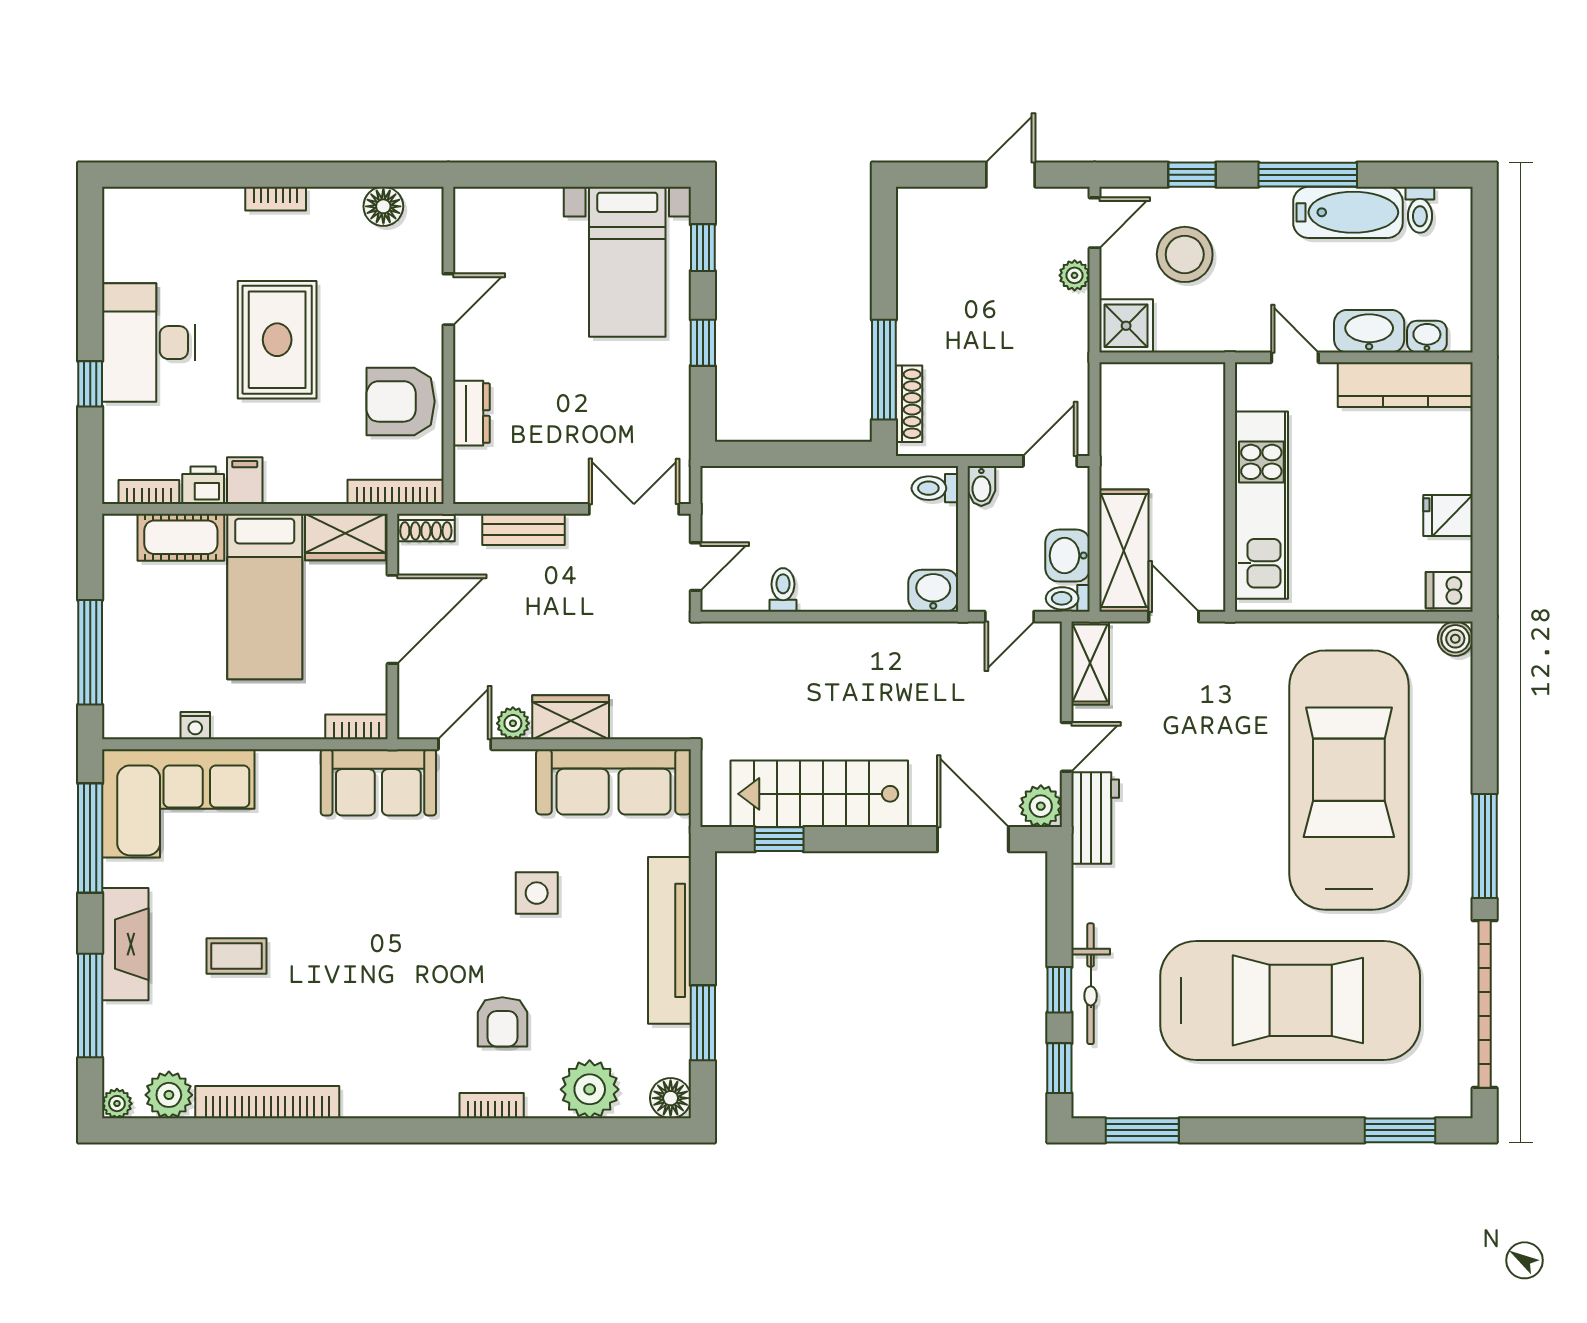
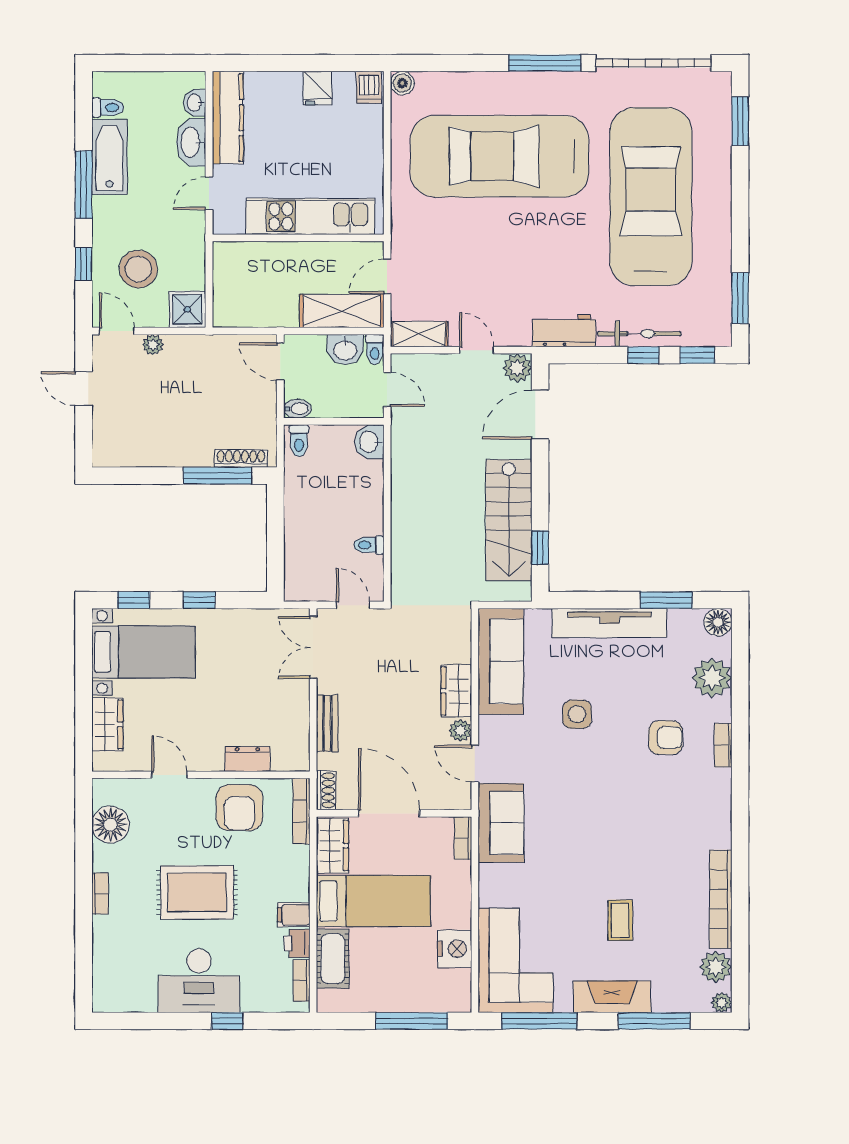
floor lamp: (383, 206) -> (110, 825), width x1.38, depth x1.38
wardrobe: (522, 209) -> (107, 724), added
nightstand: (195, 726) -> (455, 949), width x1.89, depth x1.79
workbench: (1095, 818) -> (564, 331), moved

